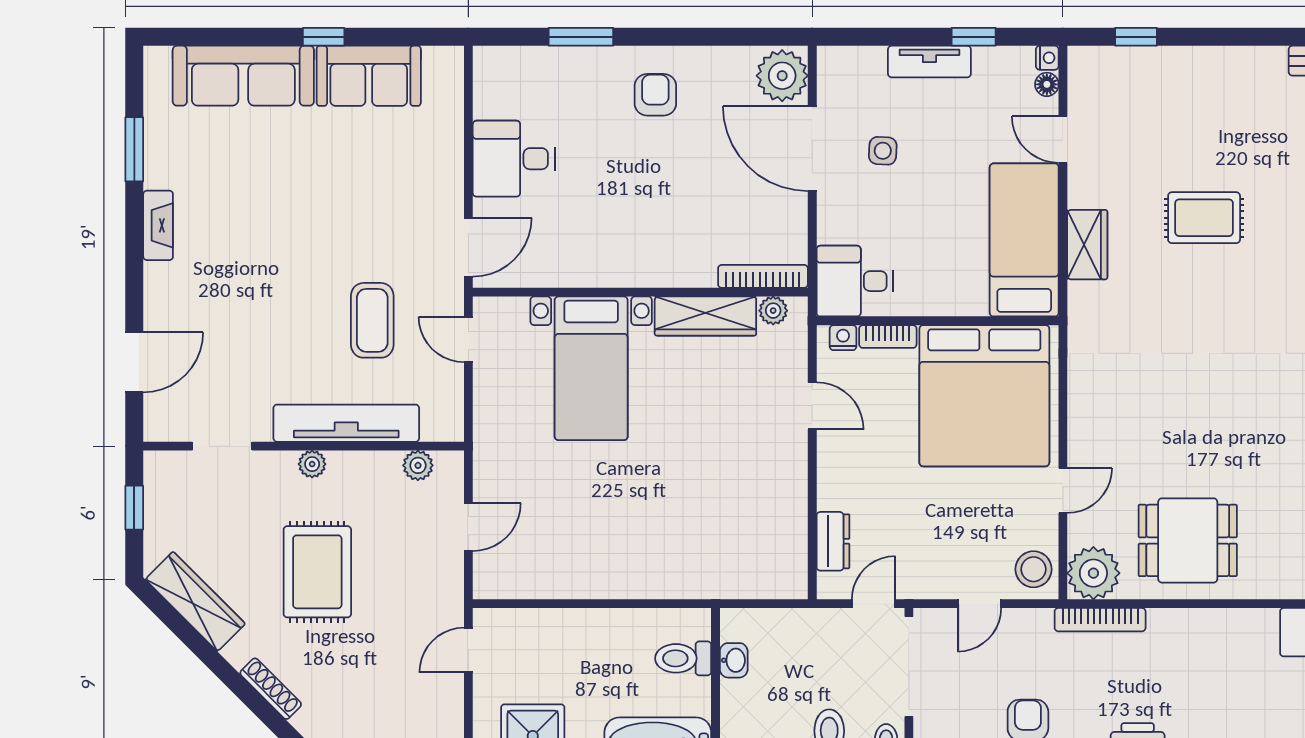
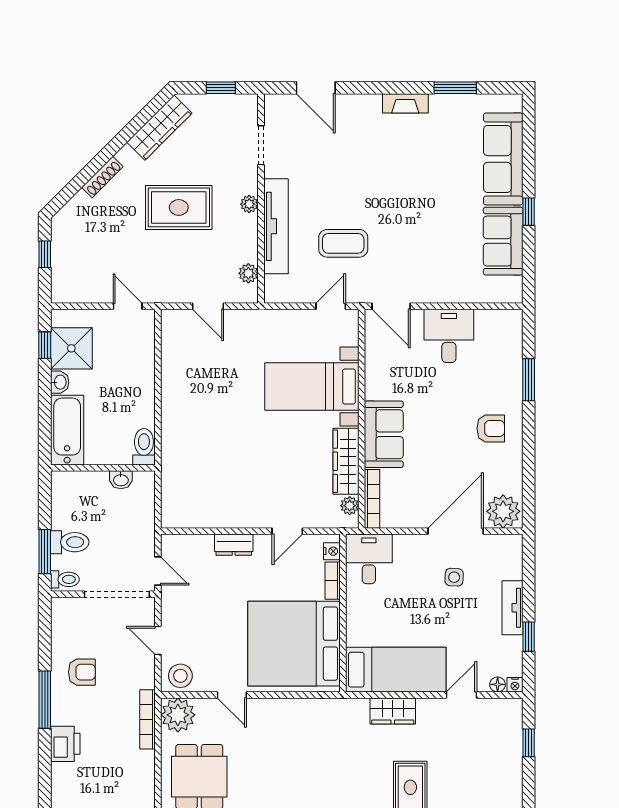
sofa: (664, 258) -> (384, 434), added
dresser: (833, 541) -> (234, 545), moved
toilet: (683, 658) -> (144, 447), moved

